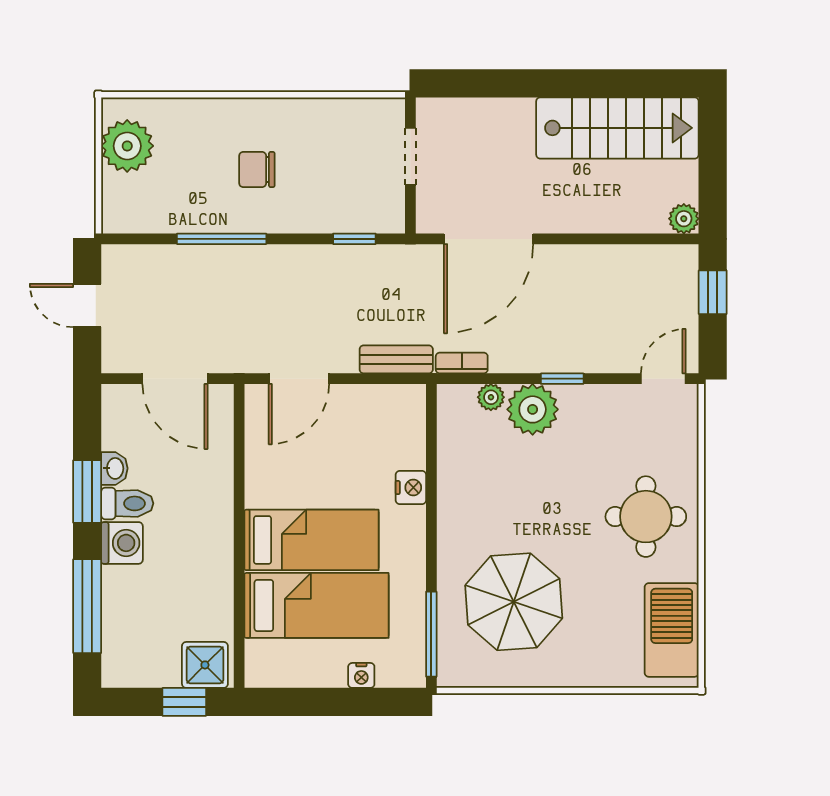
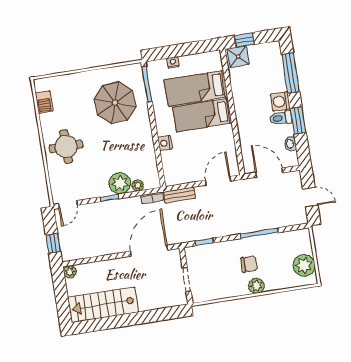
plant: (248, 116) -> (256, 286), added
washbasin: (114, 468) -> (290, 144), moved
barbecue: (672, 630) -> (44, 102), width x0.53, depth x0.65

